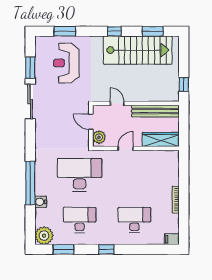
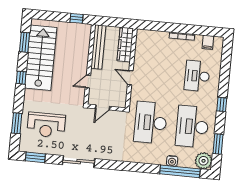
window: (30, 68) -> (35, 157), moved
plant: (99, 137) -> (118, 101), removed
window: (30, 183) -> (180, 171), moved
desk: (80, 220) -> (192, 127), width x1.36, depth x1.30
filing cabinet: (172, 239) -> (208, 42), moved

